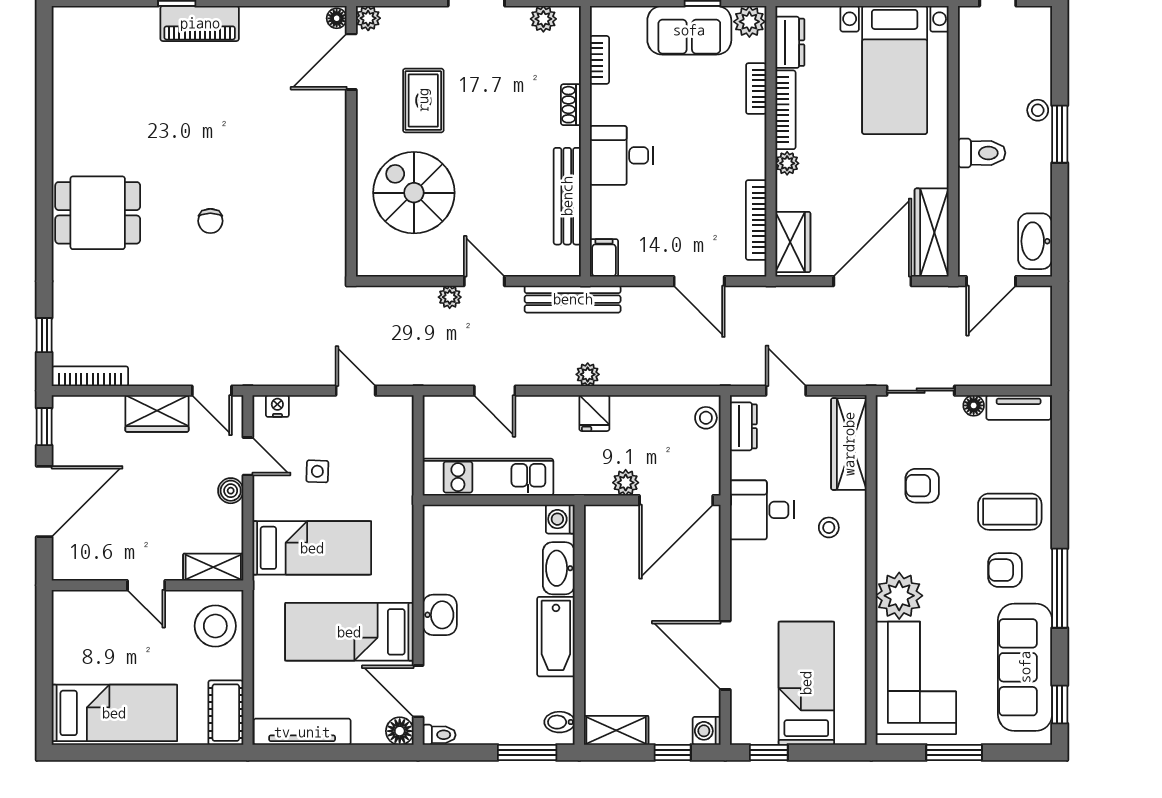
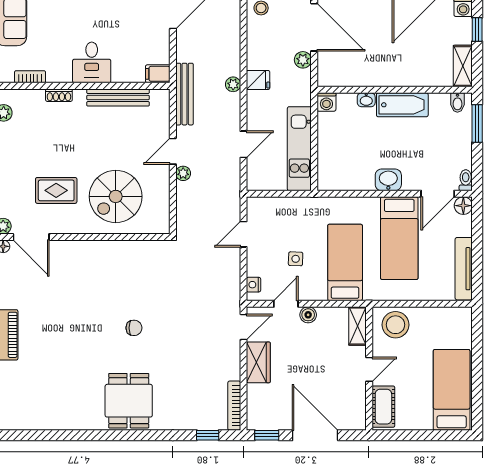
washbasin: (559, 568) -> (366, 100), width x0.52, depth x0.69
cot: (226, 713) -> (383, 407), moved, turned 90

